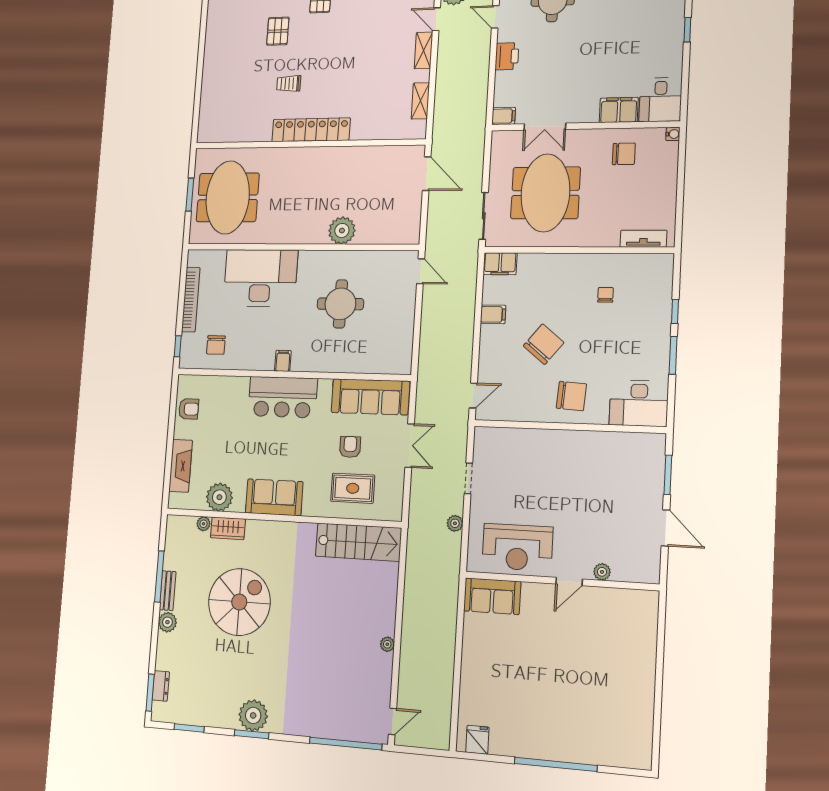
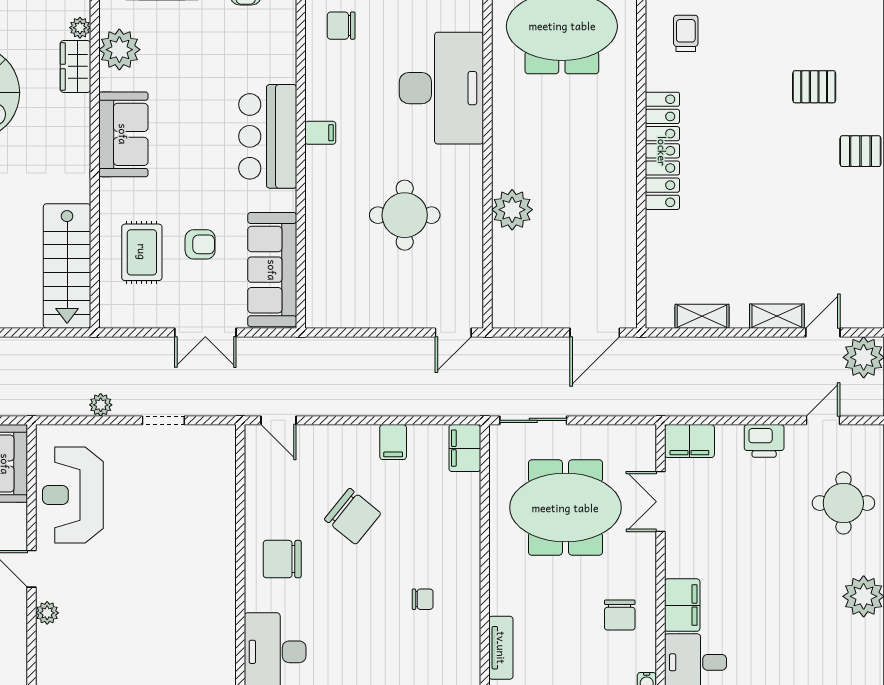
trolley: (289, 84) -> (686, 33), moved
filing cabinet: (504, 116) -> (689, 441), width x2.00
chair: (571, 396) -> (282, 559), turned 86

